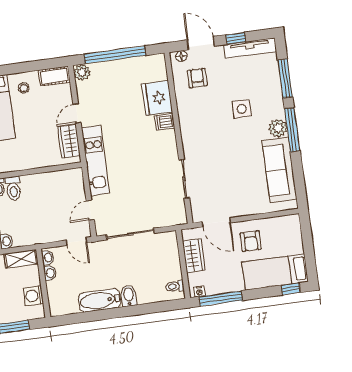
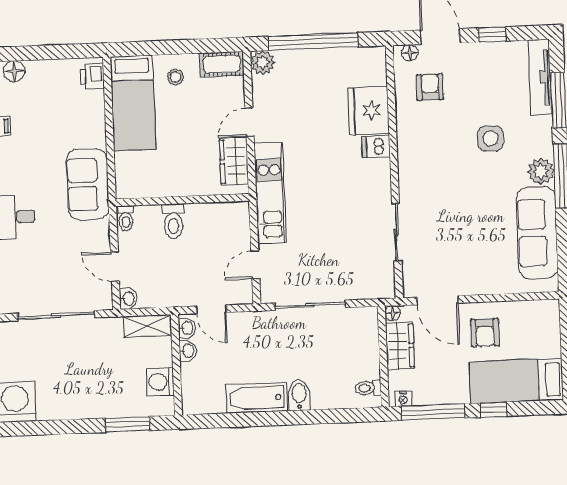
tv unit: (250, 48) -> (540, 77), moved, turned 90
toilet: (13, 188) -> (173, 221), moved
floor lamp: (187, 234) -> (393, 313), added
door: (77, 241) -> (211, 309), moved
window: (291, 289) -> (494, 410), moved

